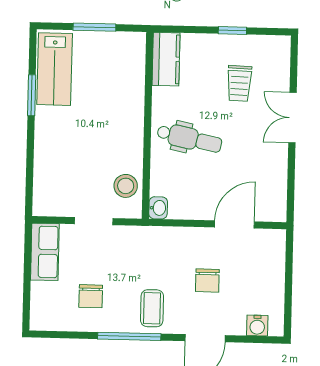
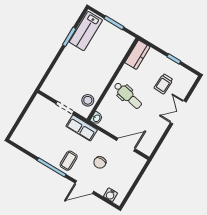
row of seats: (45, 252) -> (82, 128), moved, turned 90
chair: (91, 296) -> (45, 140), removed

